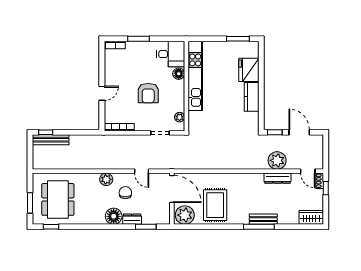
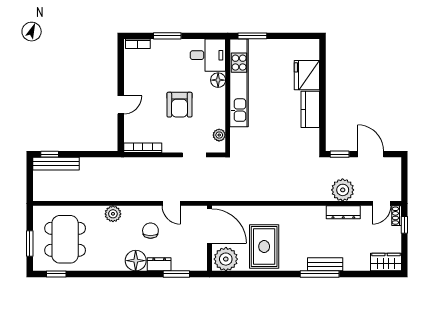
window: (238, 39) -> (252, 36), moved
door: (308, 171) -> (382, 203), hinge flipped
plant: (106, 179) -> (113, 214), moved

